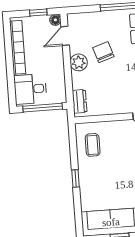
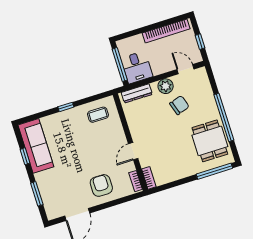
floor lamp: (55, 20) -> (197, 58), removed
desk: (30, 89) -> (137, 67), moved, turned 180
dresser: (79, 101) -> (137, 93), width x1.44

